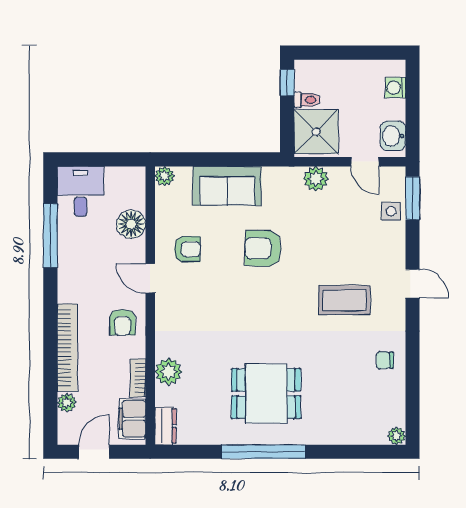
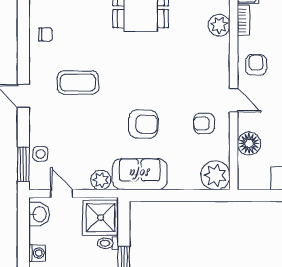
plant: (165, 176) -> (215, 175), width x1.87, depth x1.87
sofa: (227, 186) -> (140, 174), moved

